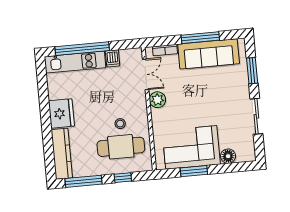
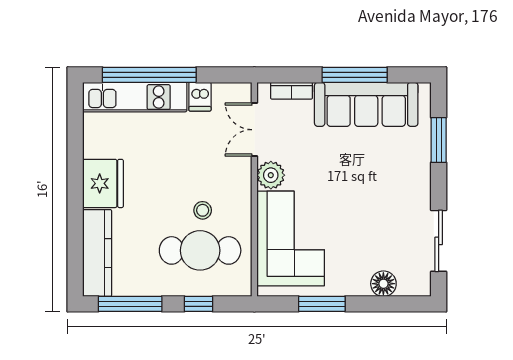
double door: (146, 74) -> (254, 130), swing flipped
sliding door: (256, 116) -> (439, 241), moved
corner sofa: (191, 147) -> (291, 238), moved, turned 90

